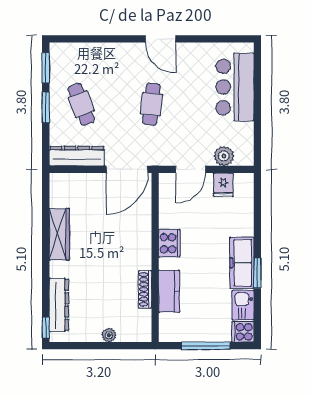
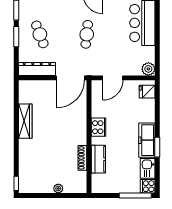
plant: (224, 156) -> (148, 69), moved
fridge: (223, 185) -> (147, 92), moved, turned 90
dresser: (59, 305) -> (25, 168), removed
window: (206, 346) -> (135, 195), moved

